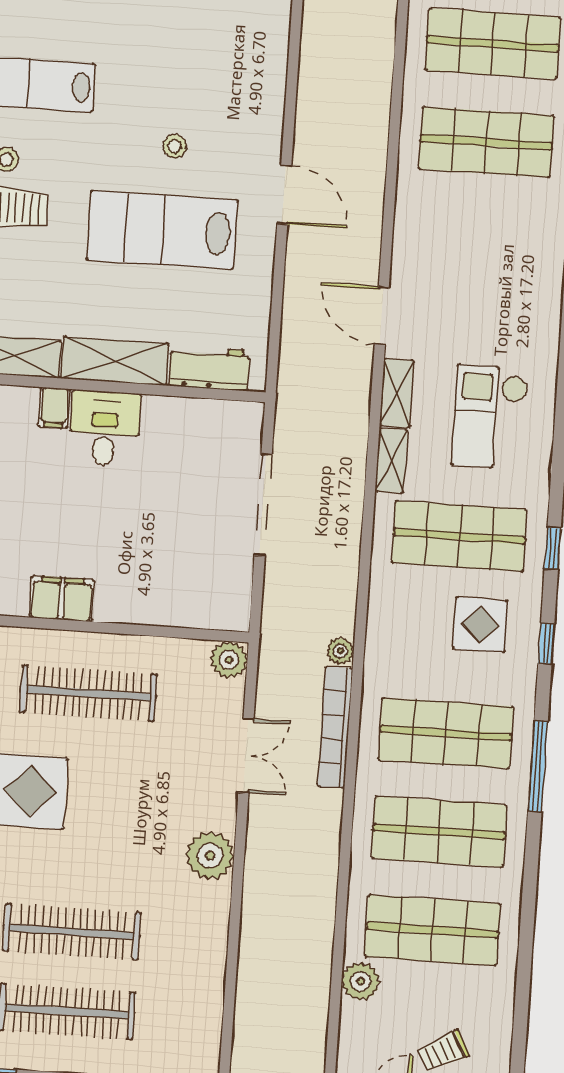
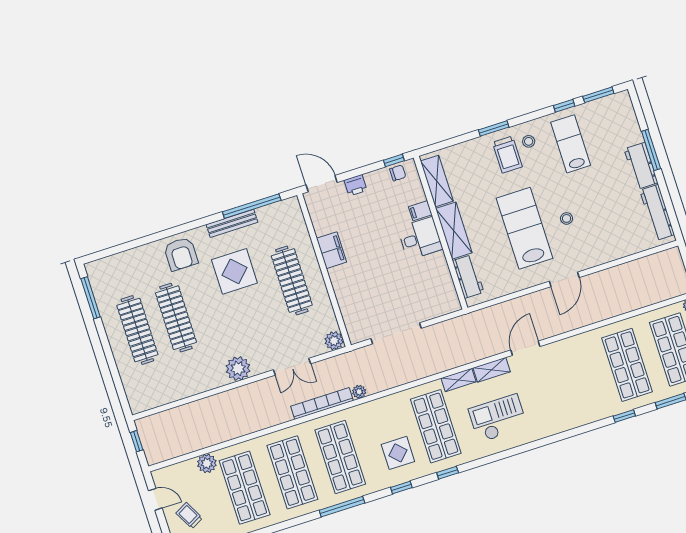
doorway: (263, 505) -> (396, 333), moved

